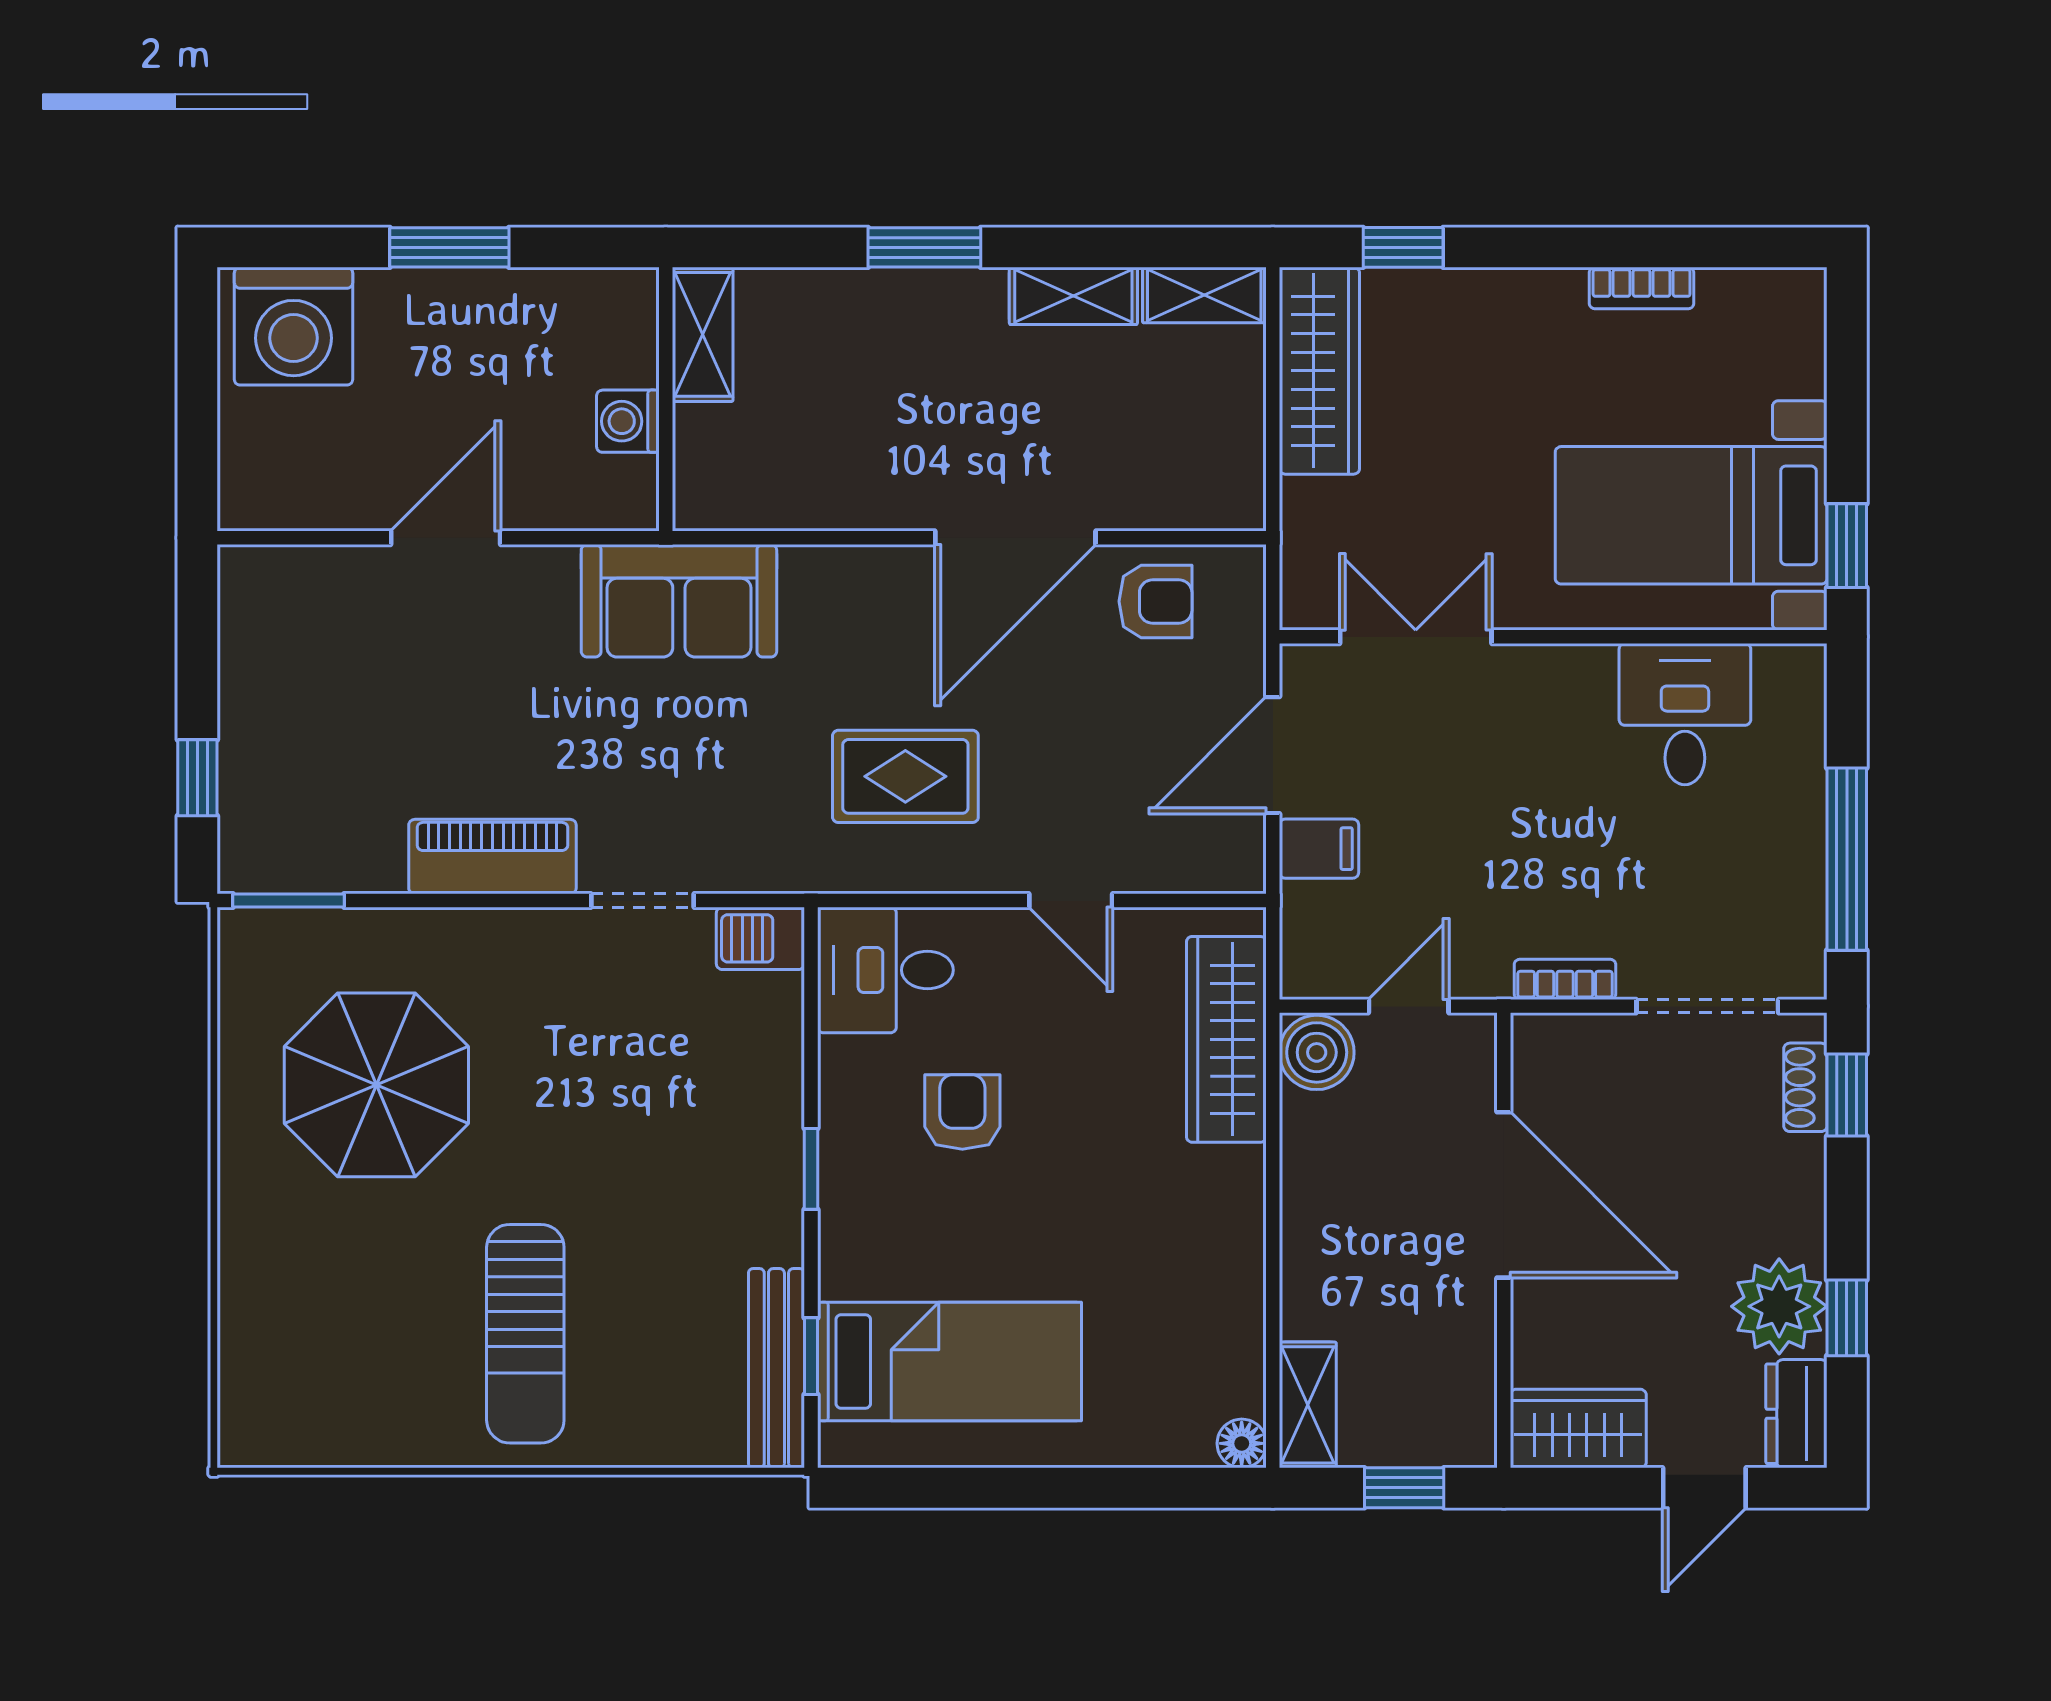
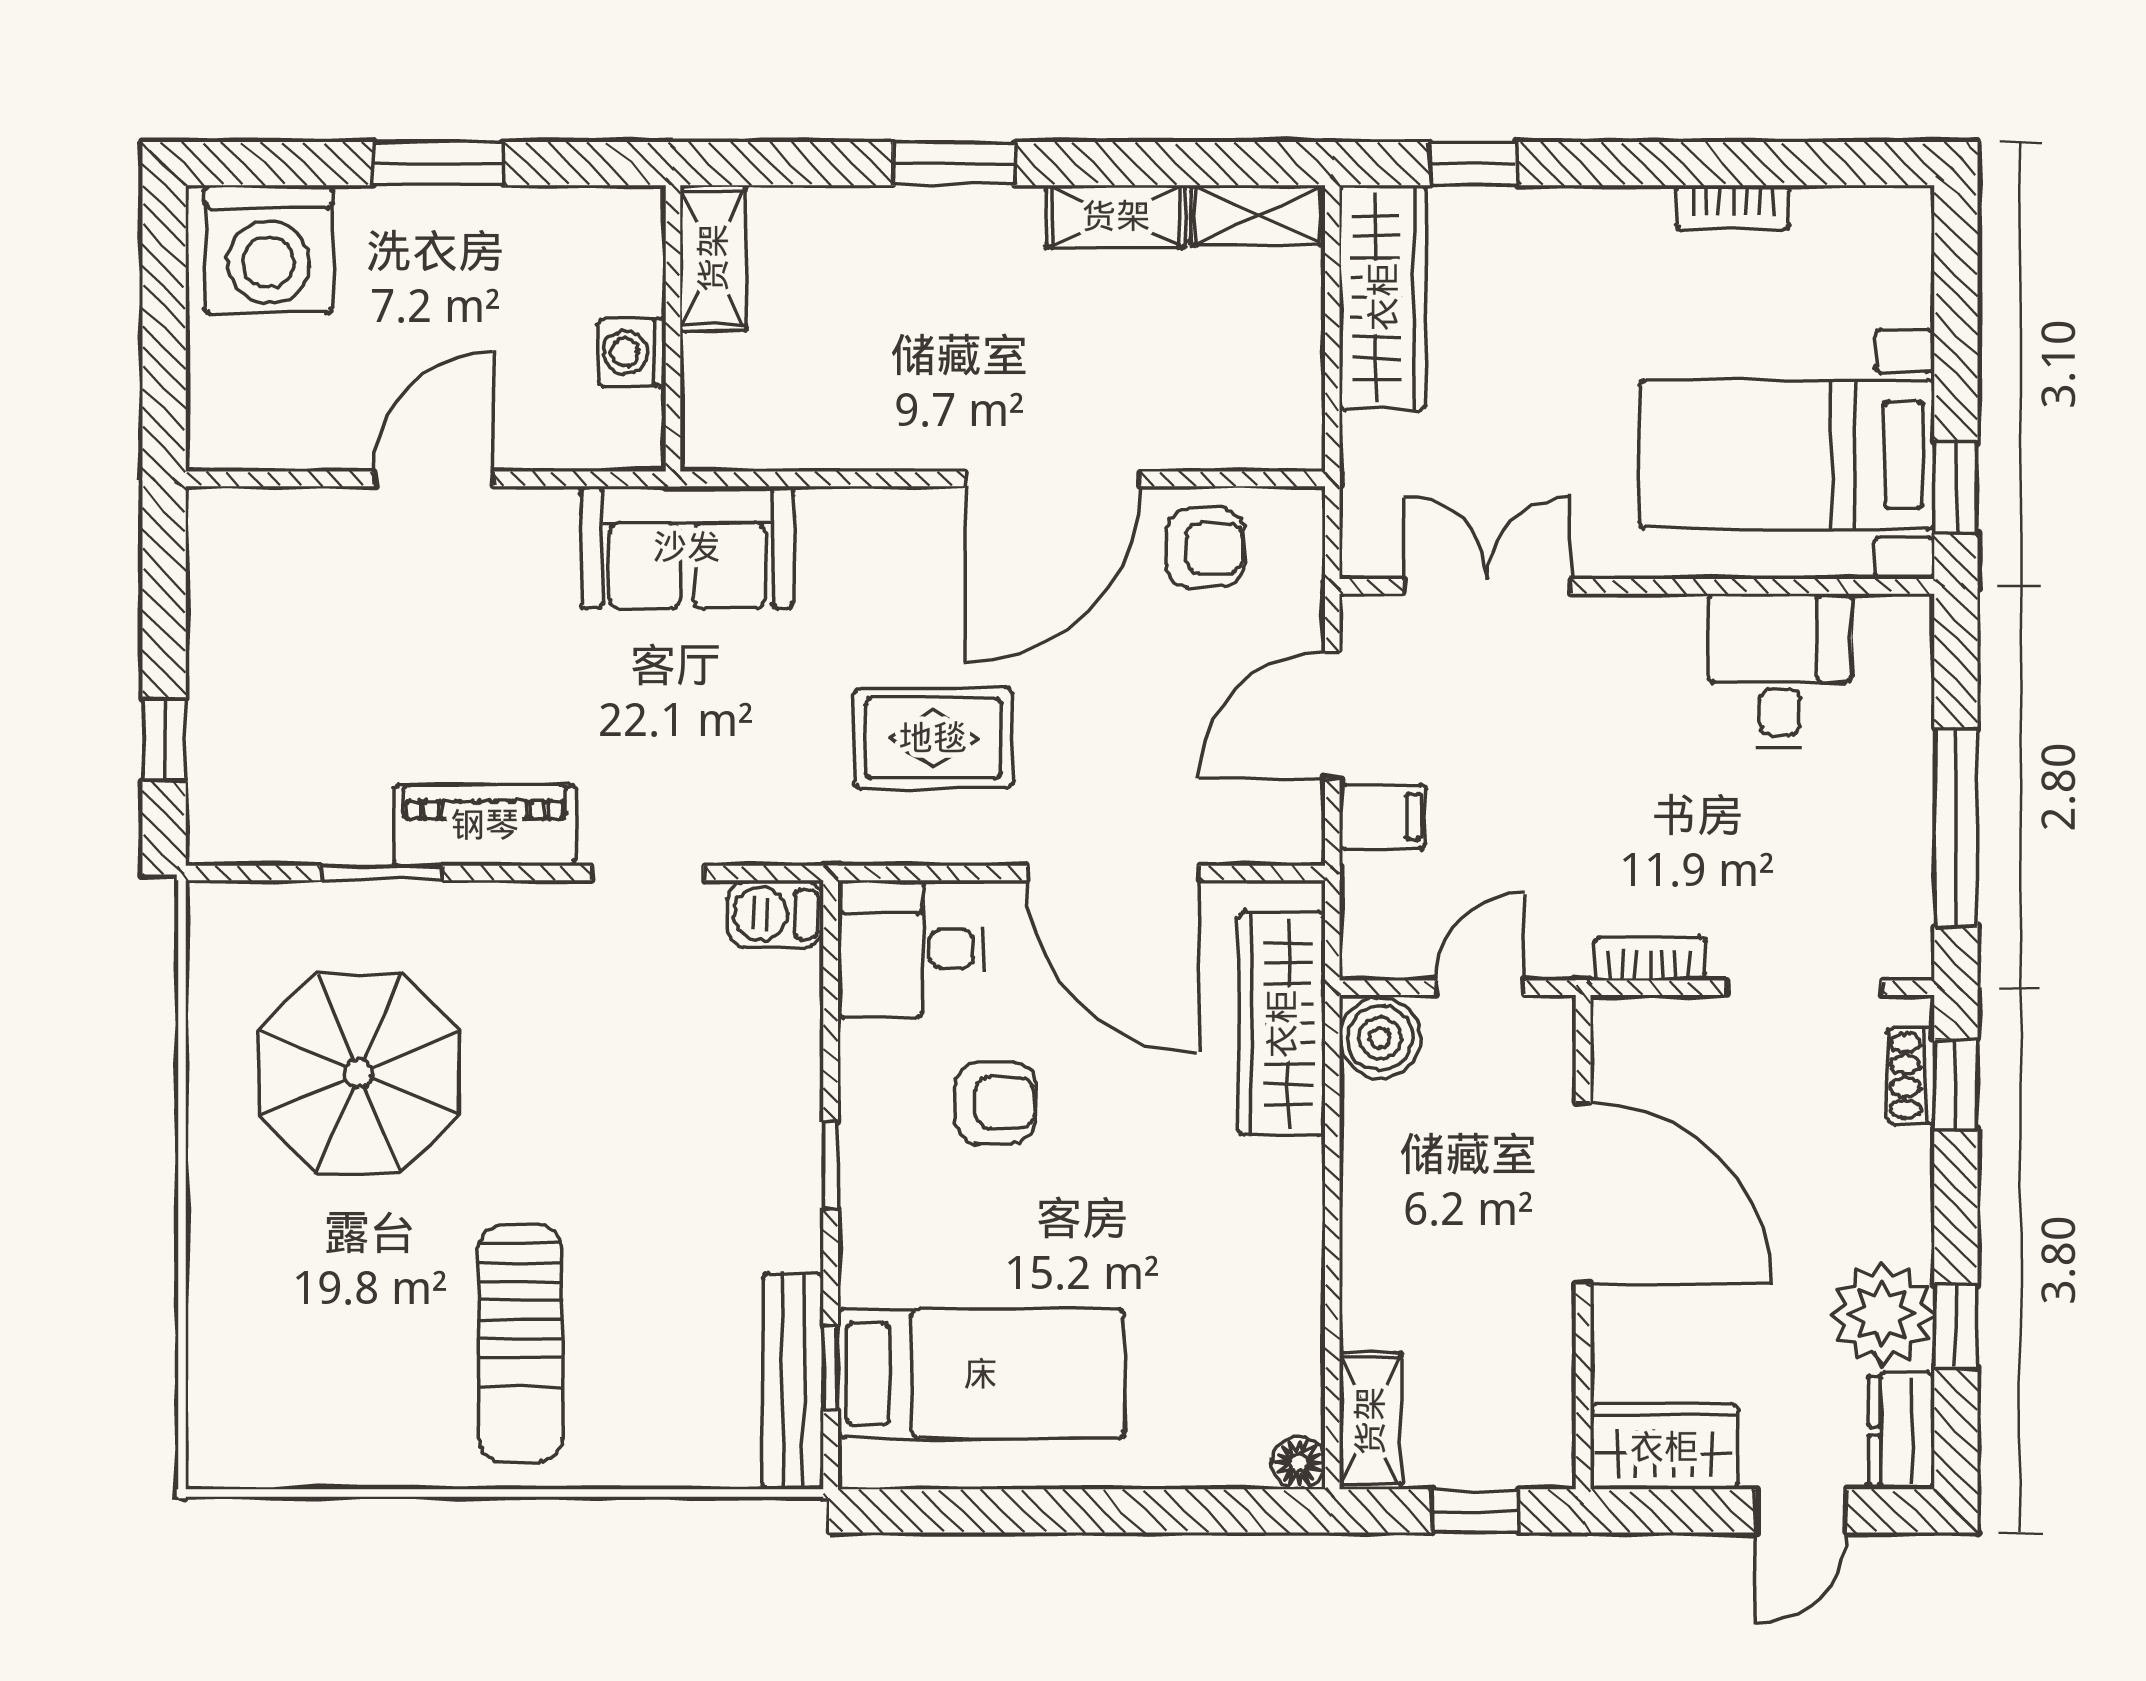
window: (289, 901) -> (382, 873), moved
door: (1071, 901) -> (1113, 873), width x1.87
armchair: (962, 1112) -> (995, 1103), turned 90

